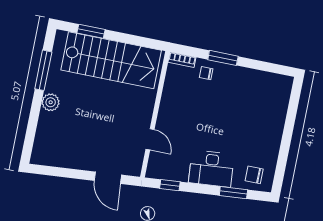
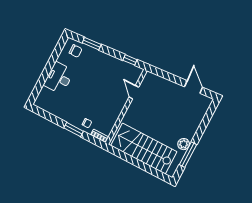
window: (91, 31) -> (151, 170), removed
plant: (51, 102) -> (184, 144), moved
desk: (211, 169) -> (59, 78), moved, turned -85
door: (108, 178) -> (194, 87), moved

